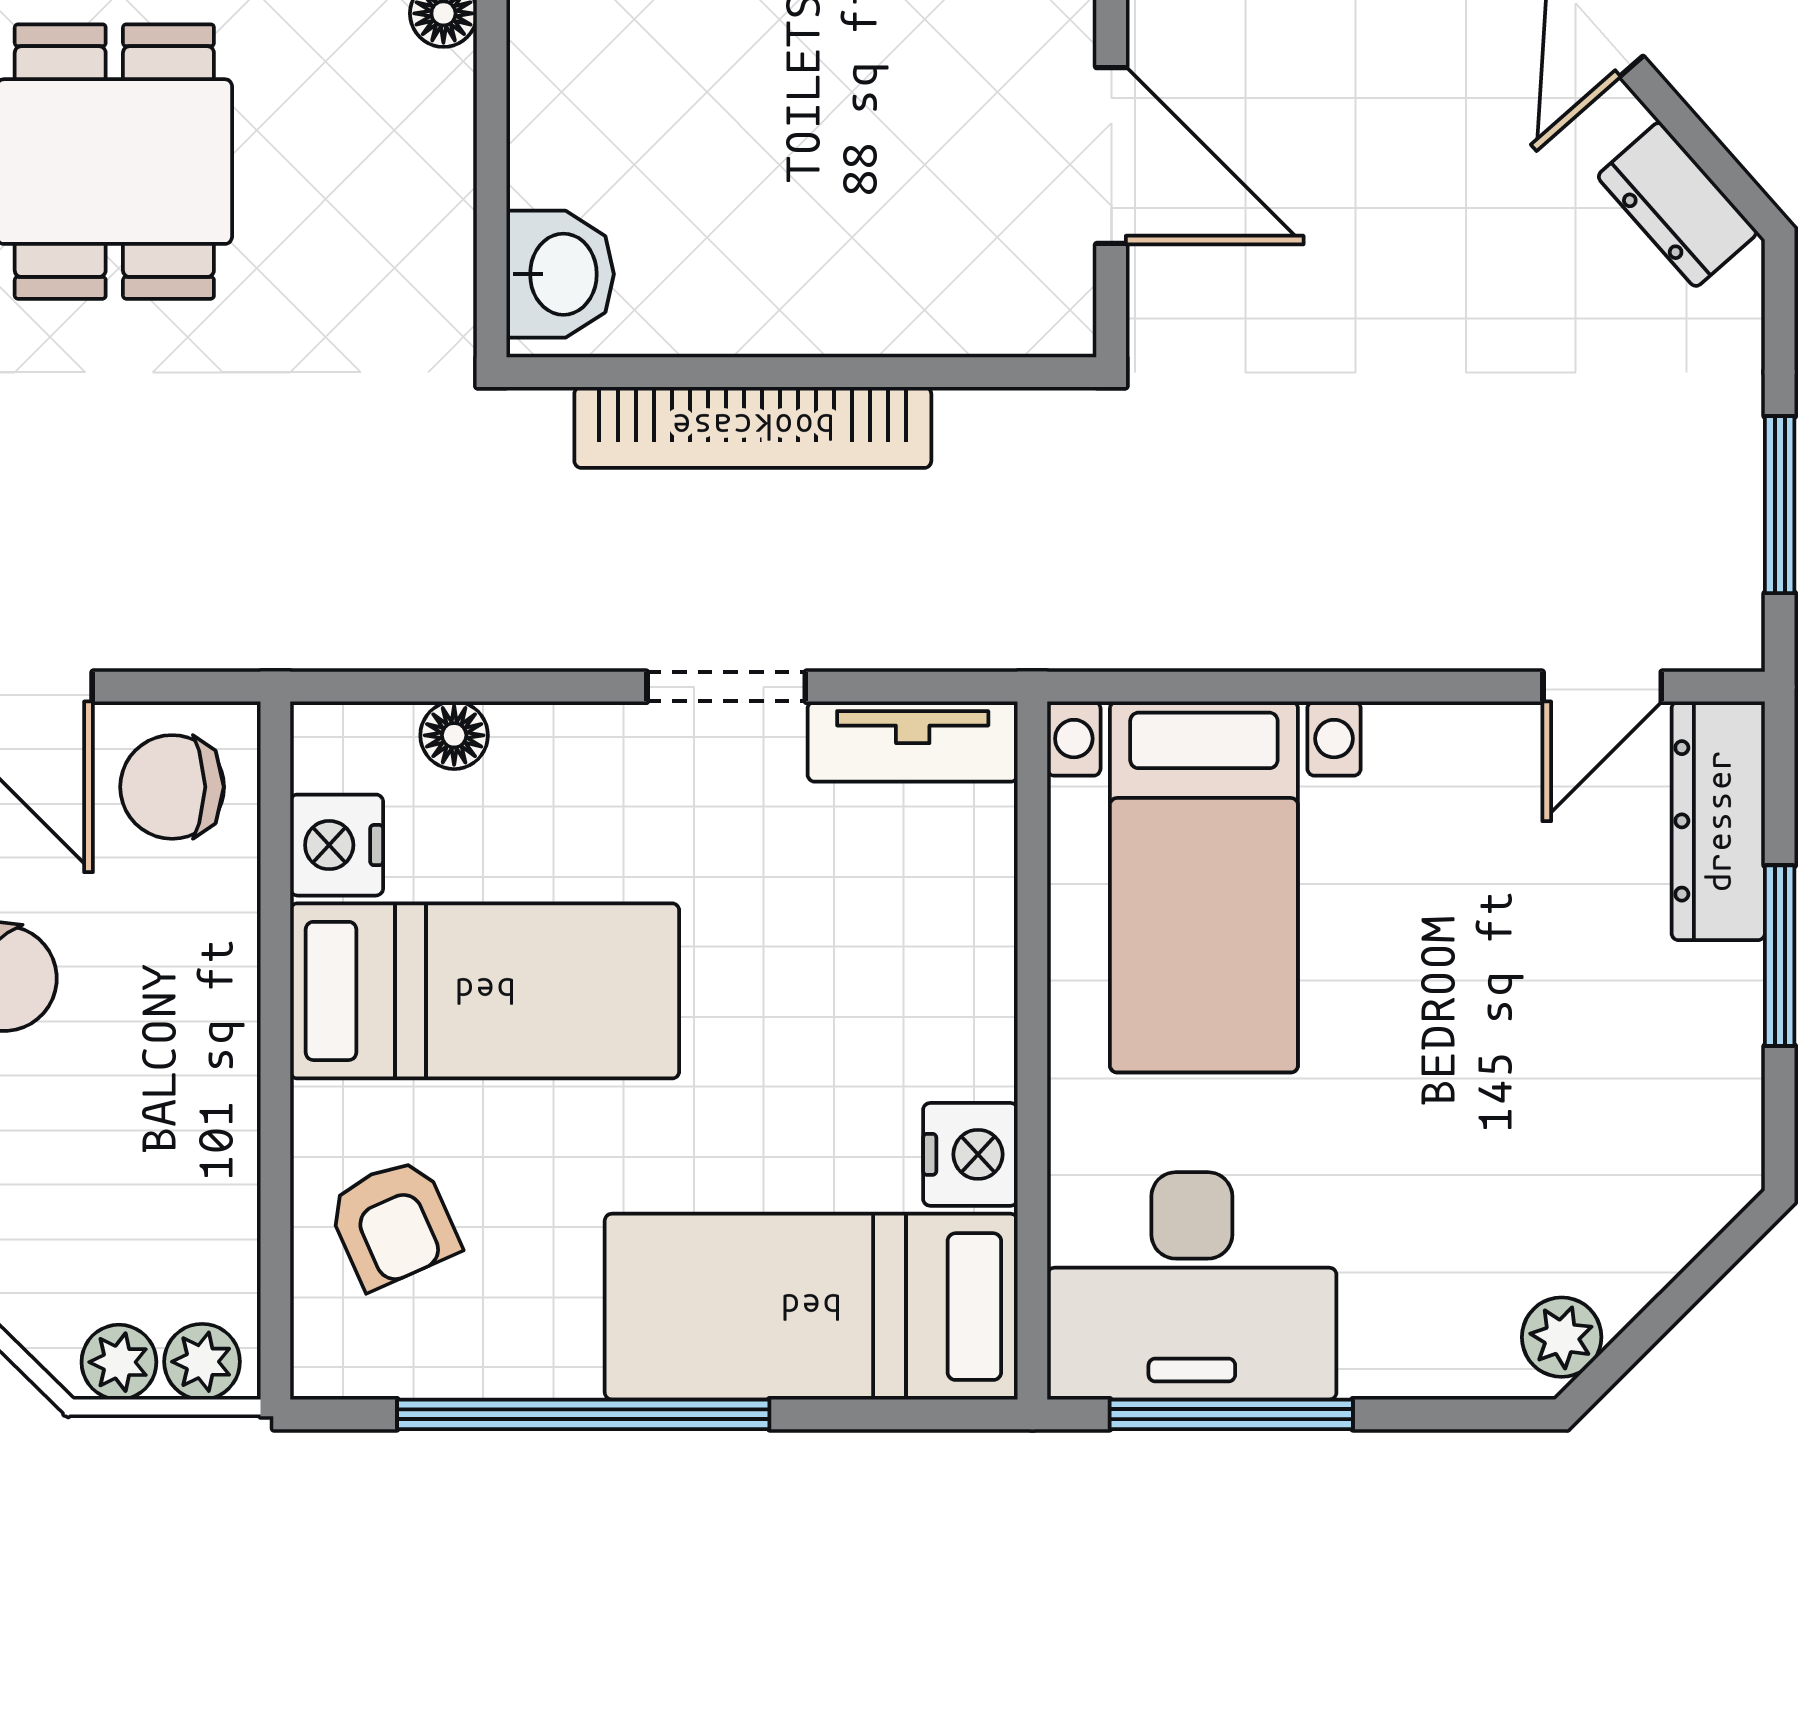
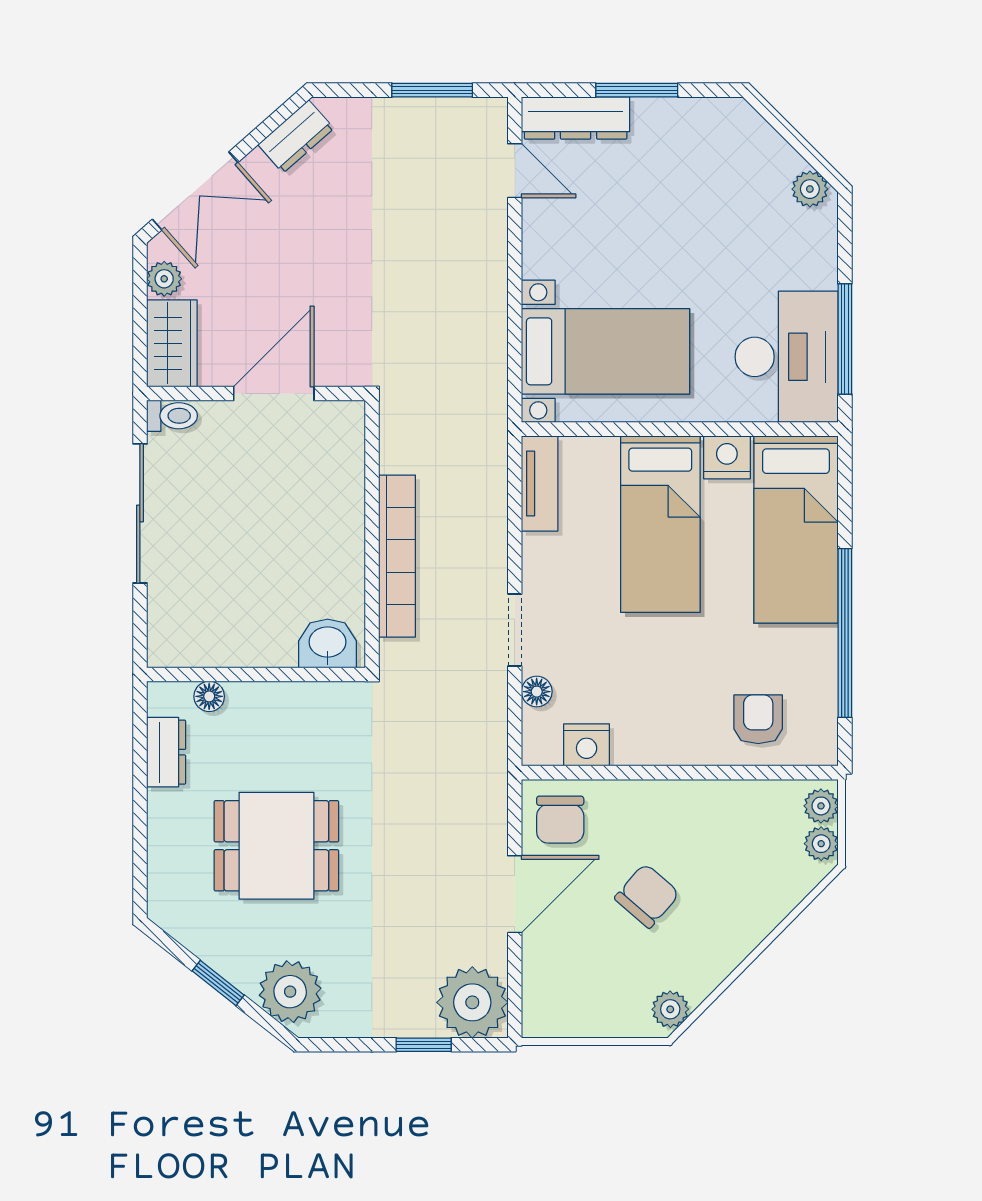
doorway: (726, 687) -> (515, 630), moved
bed: (485, 991) -> (660, 524), moved, turned 180
armchair: (393, 1223) -> (758, 719), turned -66

